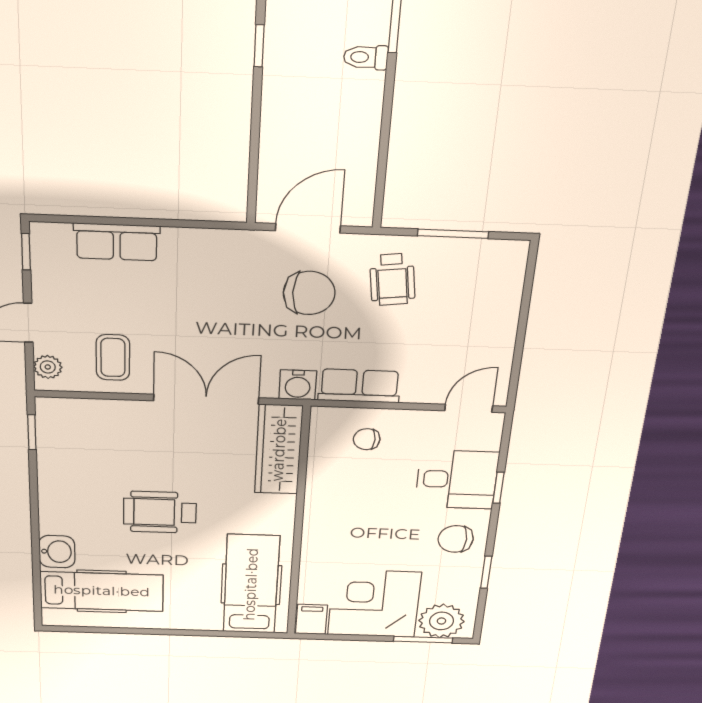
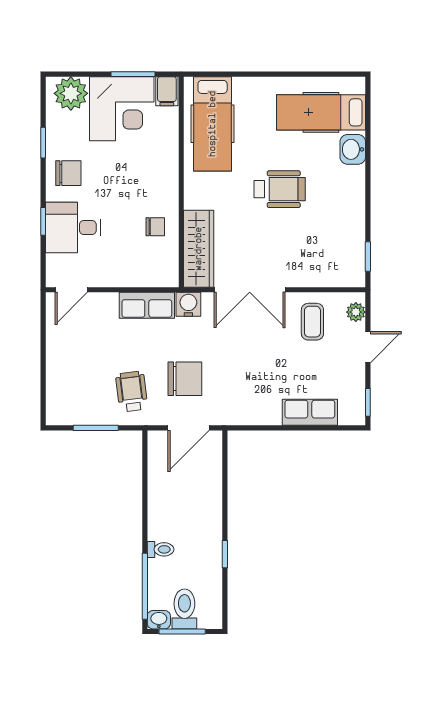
chair: (309, 293) -> (185, 379), turned 180
chair: (367, 439) -> (155, 227), moved
window: (423, 640) -> (133, 74), moved

